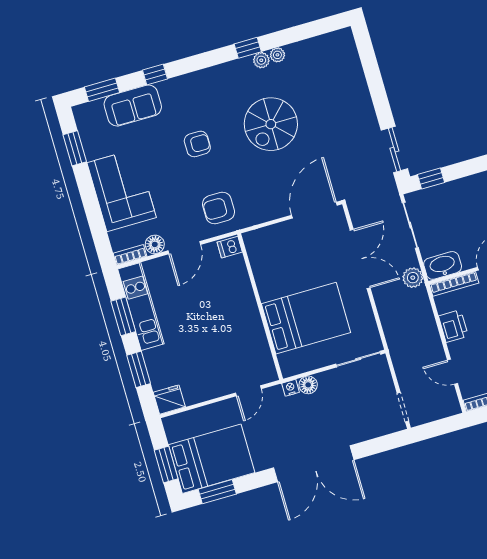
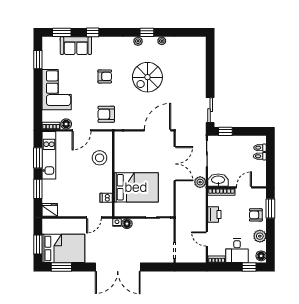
plant: (261, 60) -> (138, 41), moved
dishwasher: (230, 247) -> (106, 198), moved
stool: (229, 286) -> (100, 158), added

